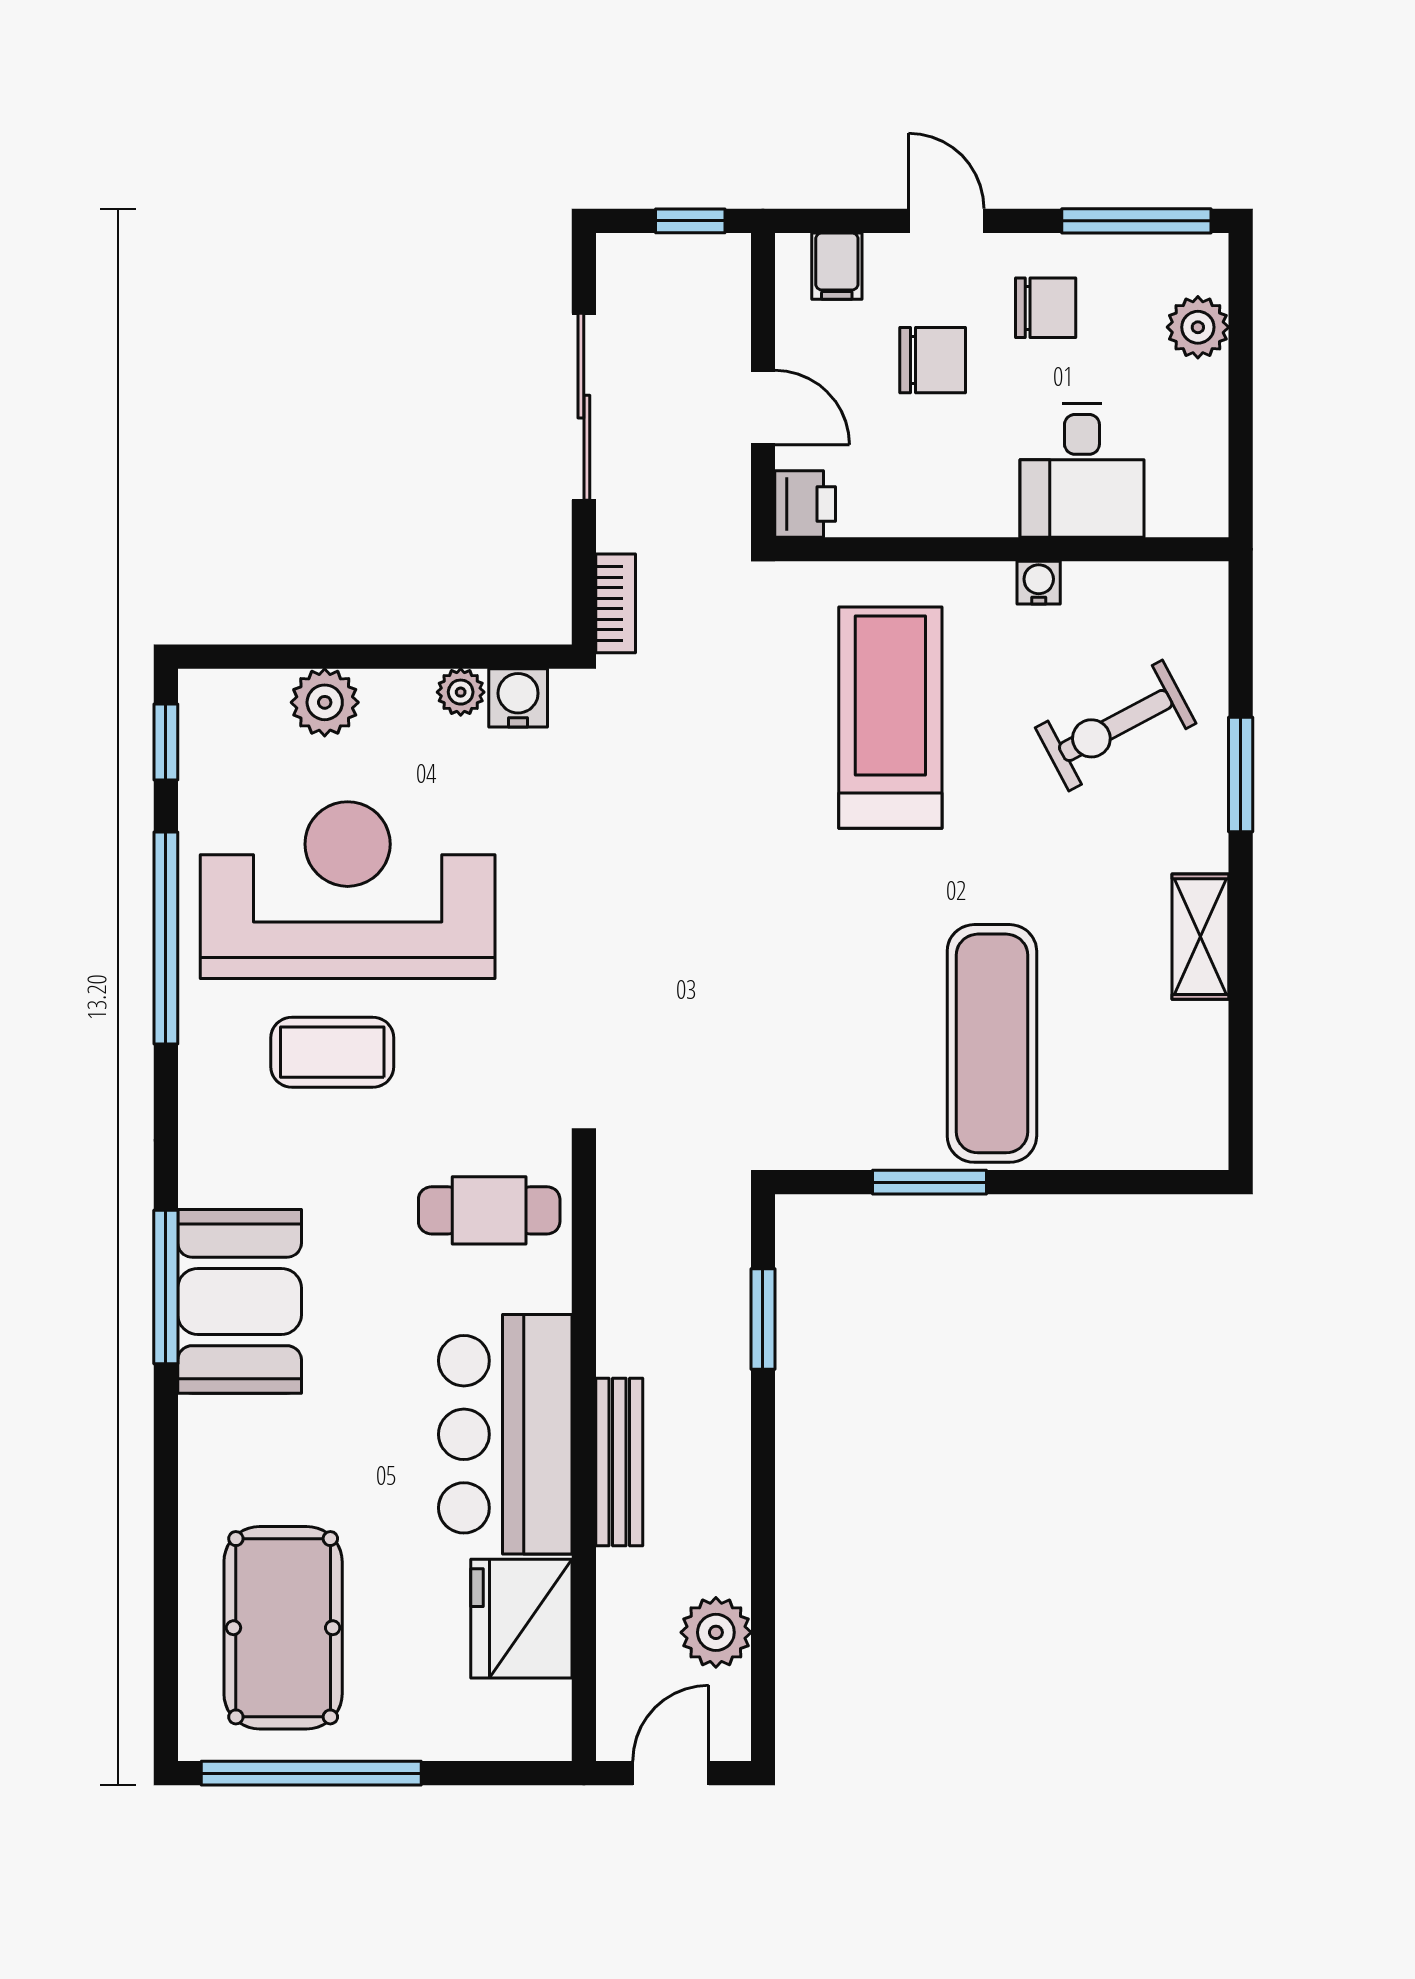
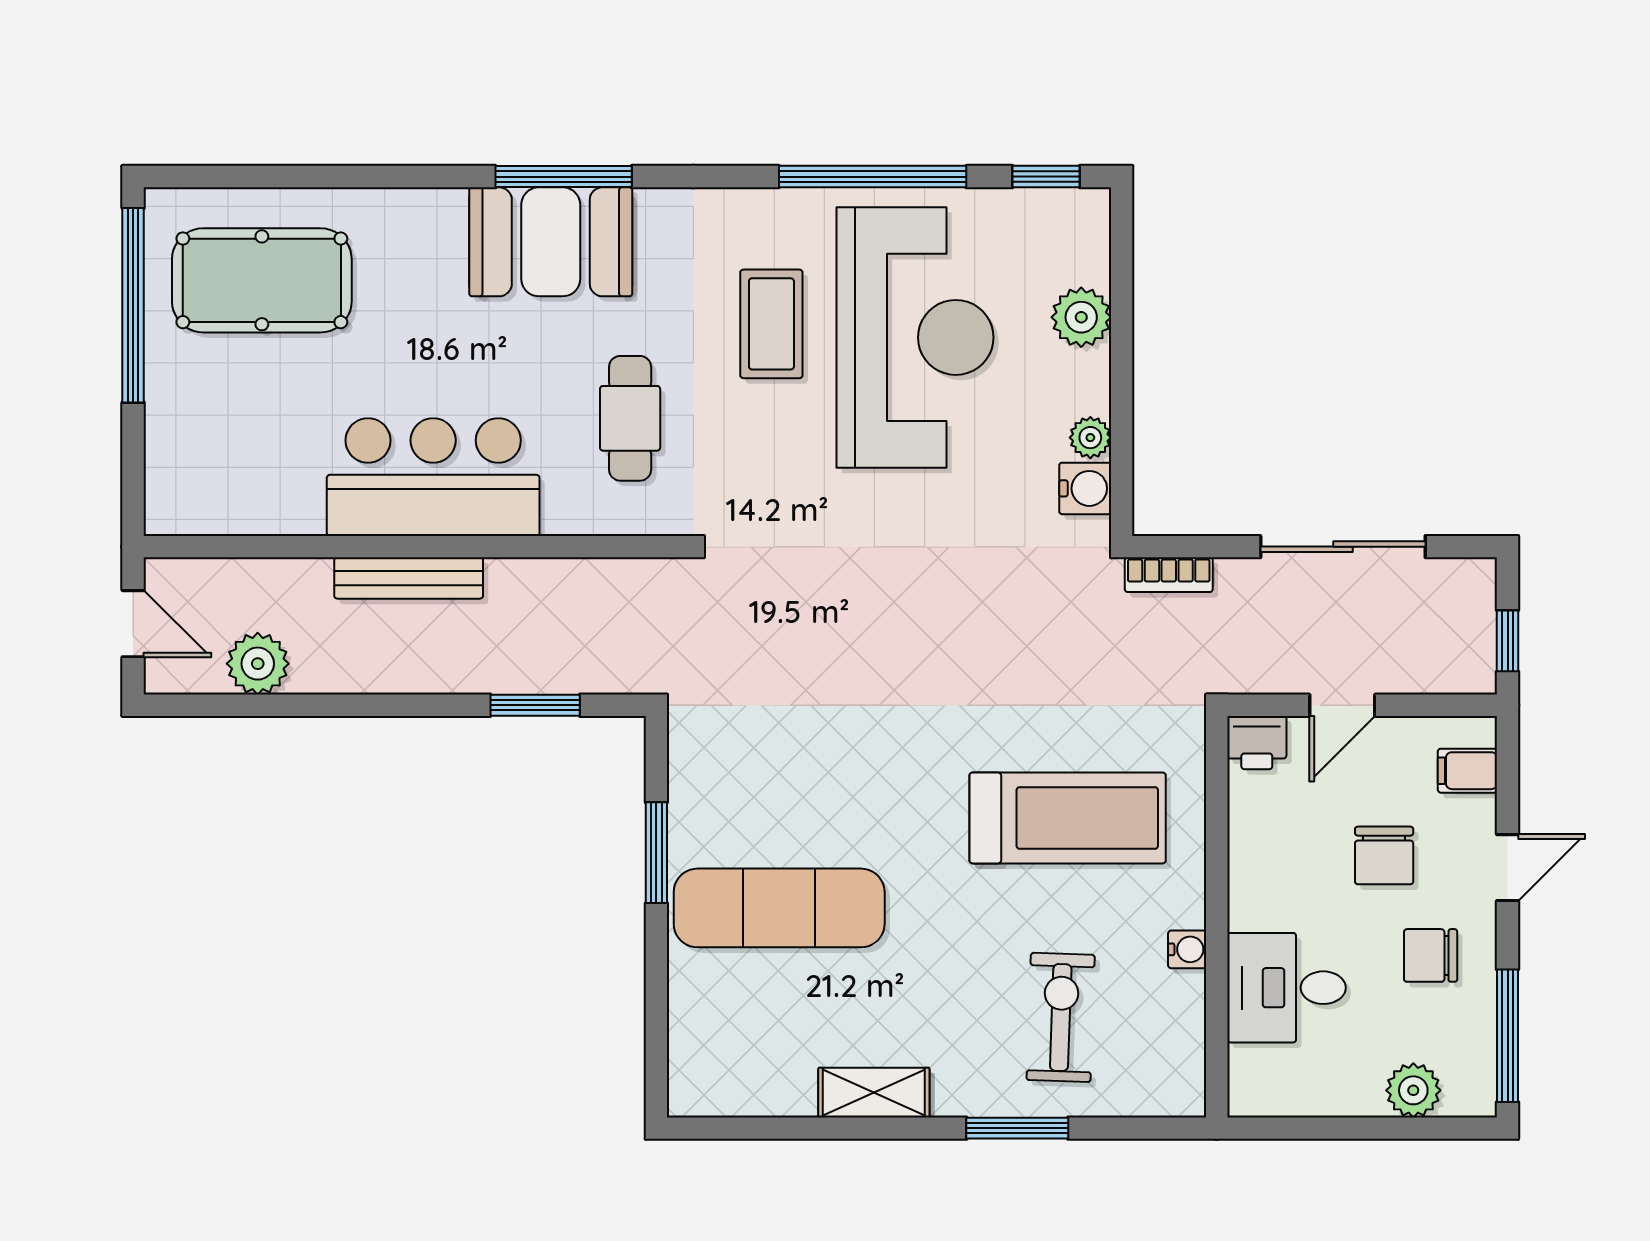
chair: (1046, 308) -> (1431, 955), turned 90
exercise bike: (1116, 726) -> (1061, 1017), turned 30
cafe table: (489, 1210) -> (630, 418), moved
fridge: (521, 1619) -> (270, 491), removed

